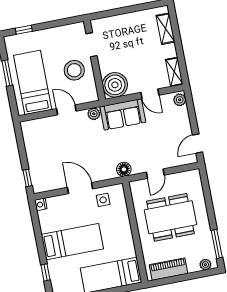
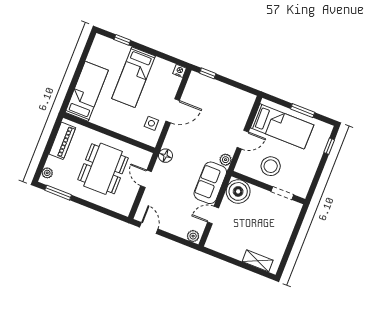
shelving: (174, 72) -> (218, 246), removed

